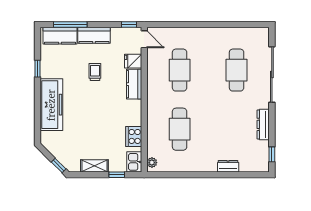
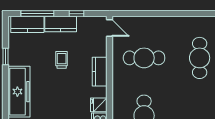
window: (129, 25) -> (76, 14), moved
fridge: (133, 61) -> (99, 105), moved
cafe table: (180, 70) -> (144, 58), turned 90

